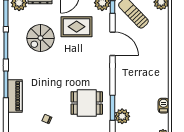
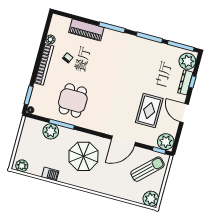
spiral stairs: (41, 38) -> (148, 73), removed
parasol: (138, 78) -> (83, 156), added
piano: (15, 96) -> (86, 30), moved

